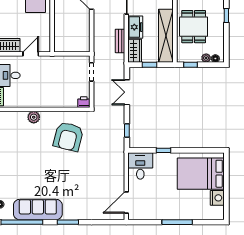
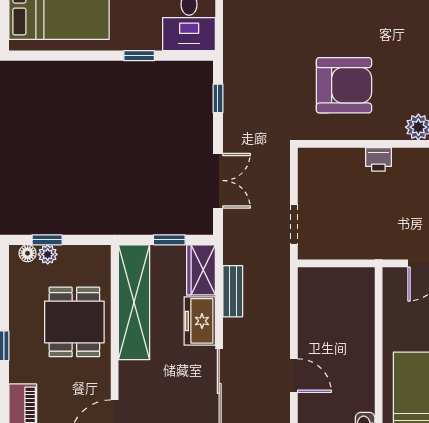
window: (190, 65) -> (47, 240), moved
printer: (84, 102) -> (378, 159), moved
armchair: (68, 137) -> (344, 85), turned 76

